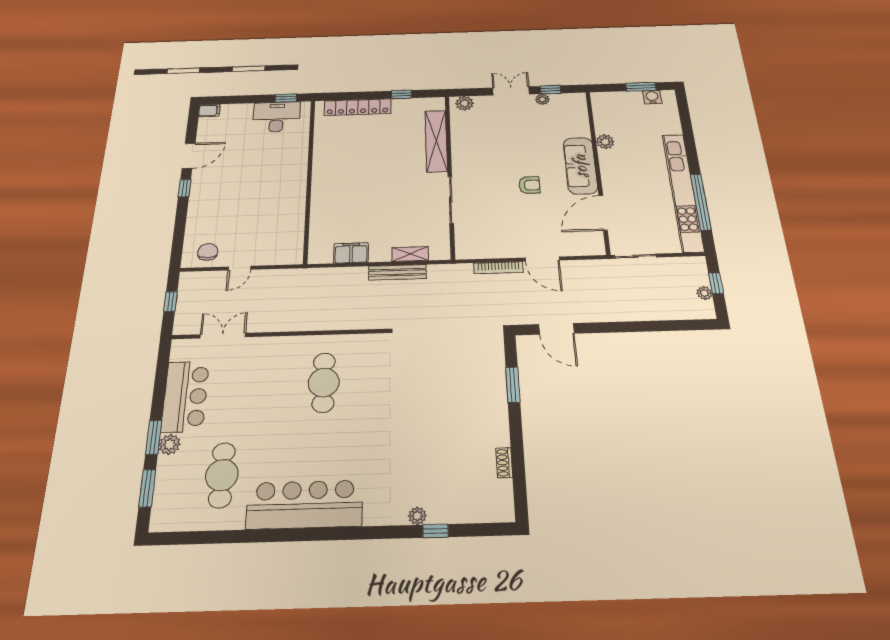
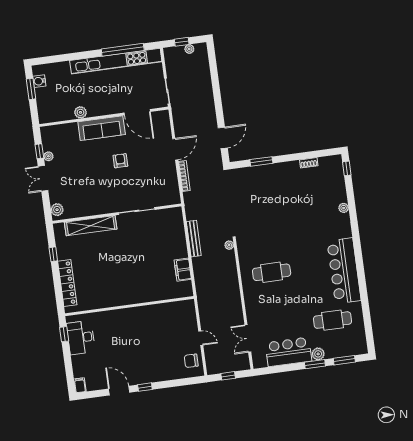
shelving: (410, 254) -> (180, 232), removed
plant: (379, 322) -> (229, 245), added
window: (436, 531) -> (347, 168), moved

